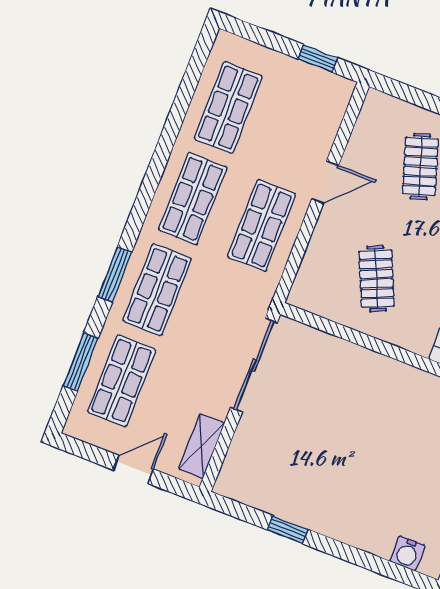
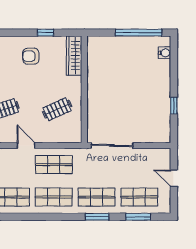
shelving: (201, 446) -> (153, 154), removed

